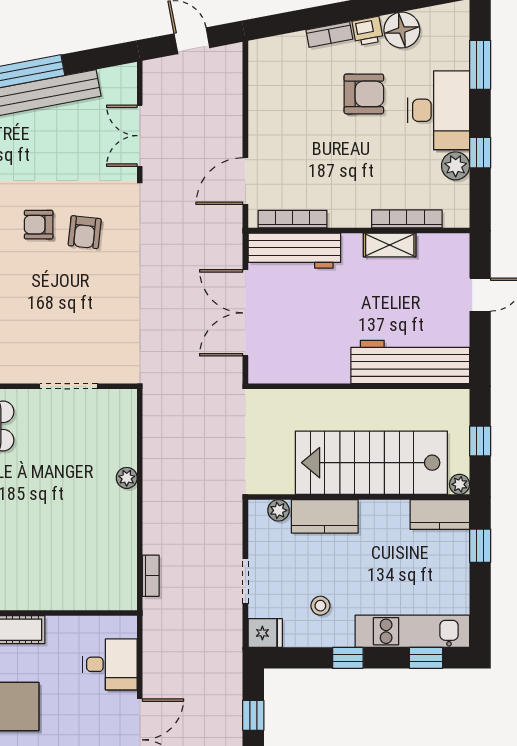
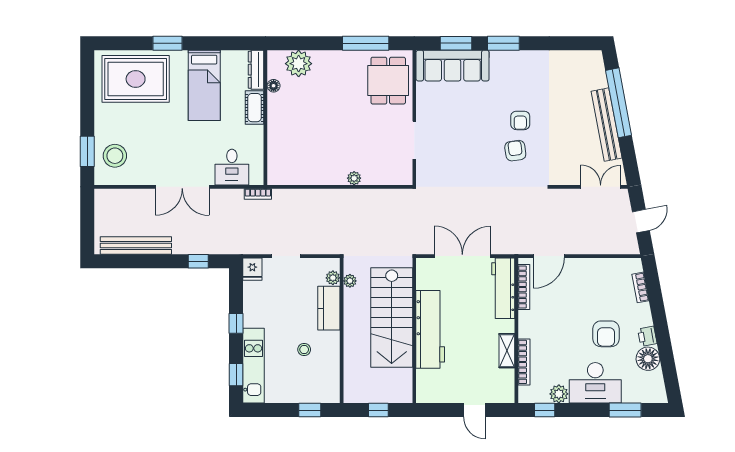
bookcase: (329, 35) -> (640, 287), moved
double door: (140, 136) -> (601, 187), moved
window: (480, 153) -> (545, 410), moved
door: (245, 181) -> (549, 256), swing flipped
armchair: (39, 225) -> (520, 120), turned 180
armchair: (85, 232) -> (515, 151), turned 76
workbench: (410, 362) -> (430, 329), moved
stairs: (371, 463) -> (392, 318), moved, turned 180
plant: (460, 484) -> (350, 281), moved
kitchen counter: (440, 515) -> (330, 384), removed
bookcase: (151, 576) -> (258, 194), moved
stool: (320, 606) -> (304, 350), moved

